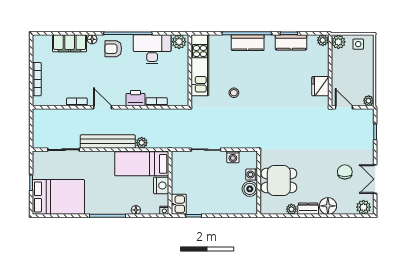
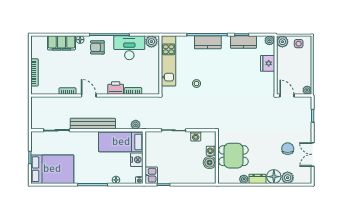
fridge: (320, 86) -> (268, 63), moved
plant: (142, 143) -> (136, 125), moved
plant: (363, 207) -> (288, 178), moved

